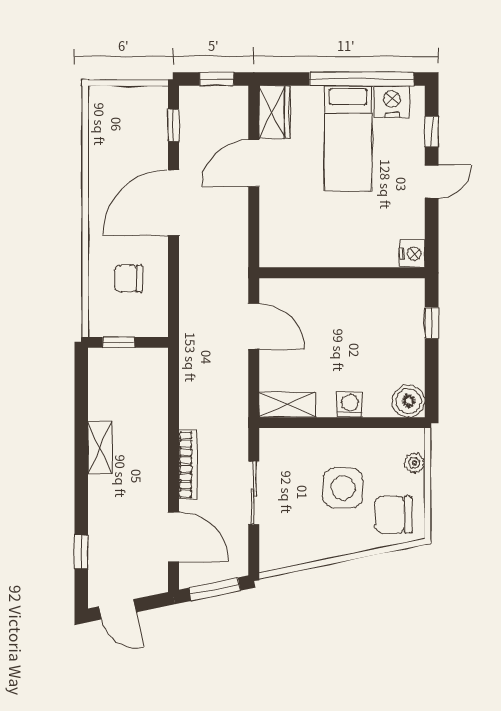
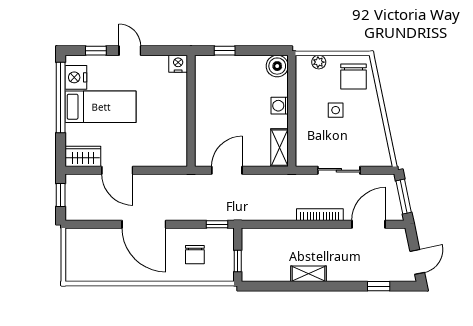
window: (173, 125) -> (217, 224), moved
side table: (343, 488) -> (336, 110), width x0.54, depth x0.54

